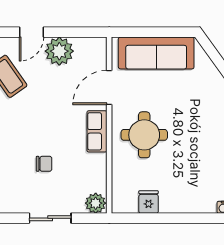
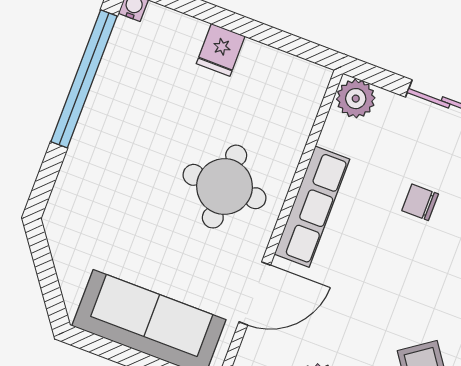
row of seats: (97, 131) -> (312, 207), width x1.48
fridge: (149, 202) -> (221, 50), moved

